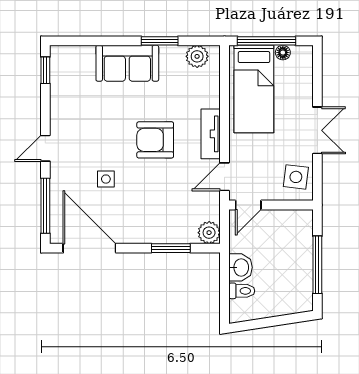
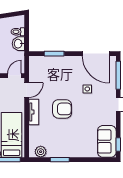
sofa: (127, 63) -> (107, 141), moved, turned -90
plant: (209, 233) -> (35, 62), removed

